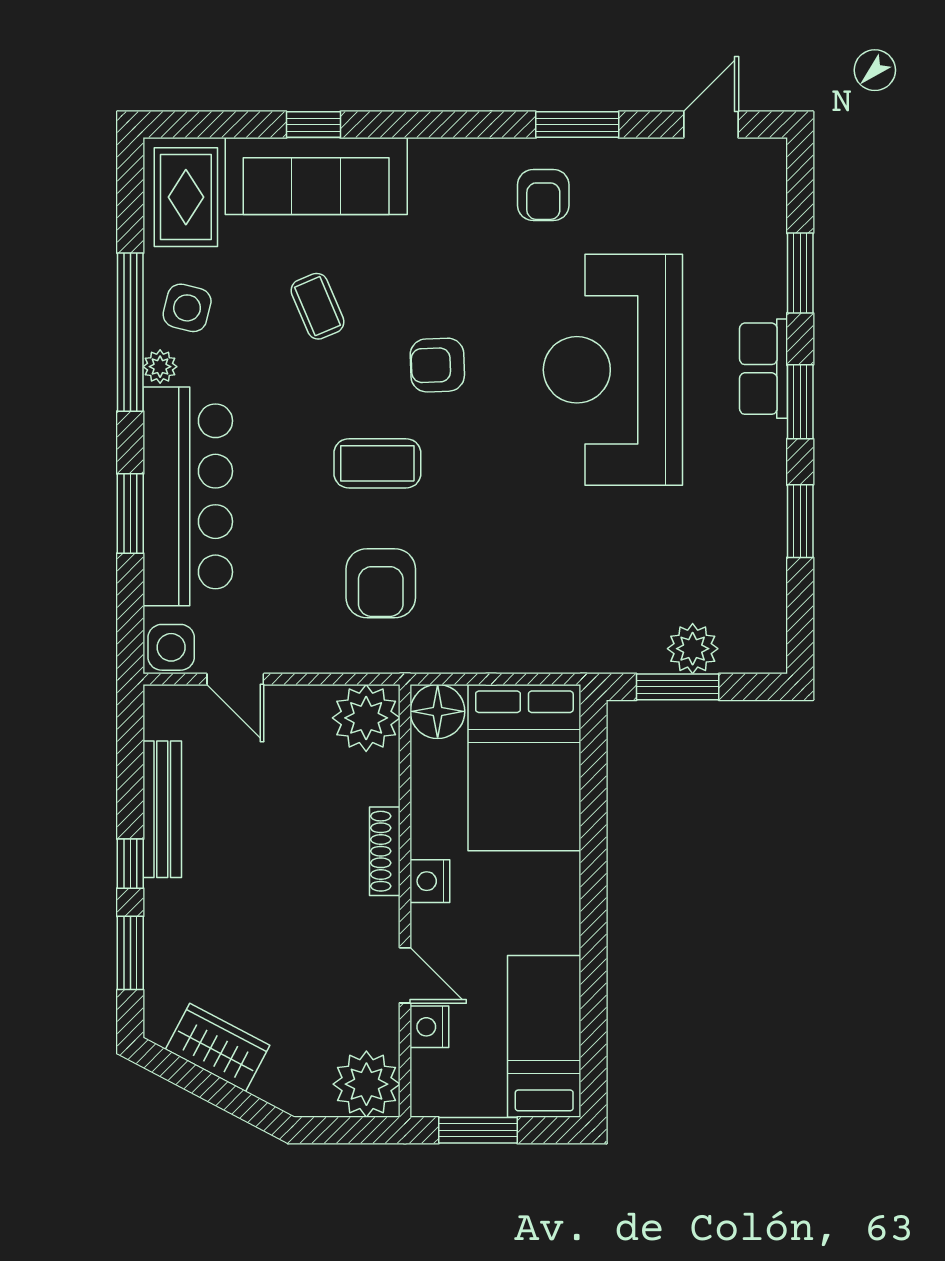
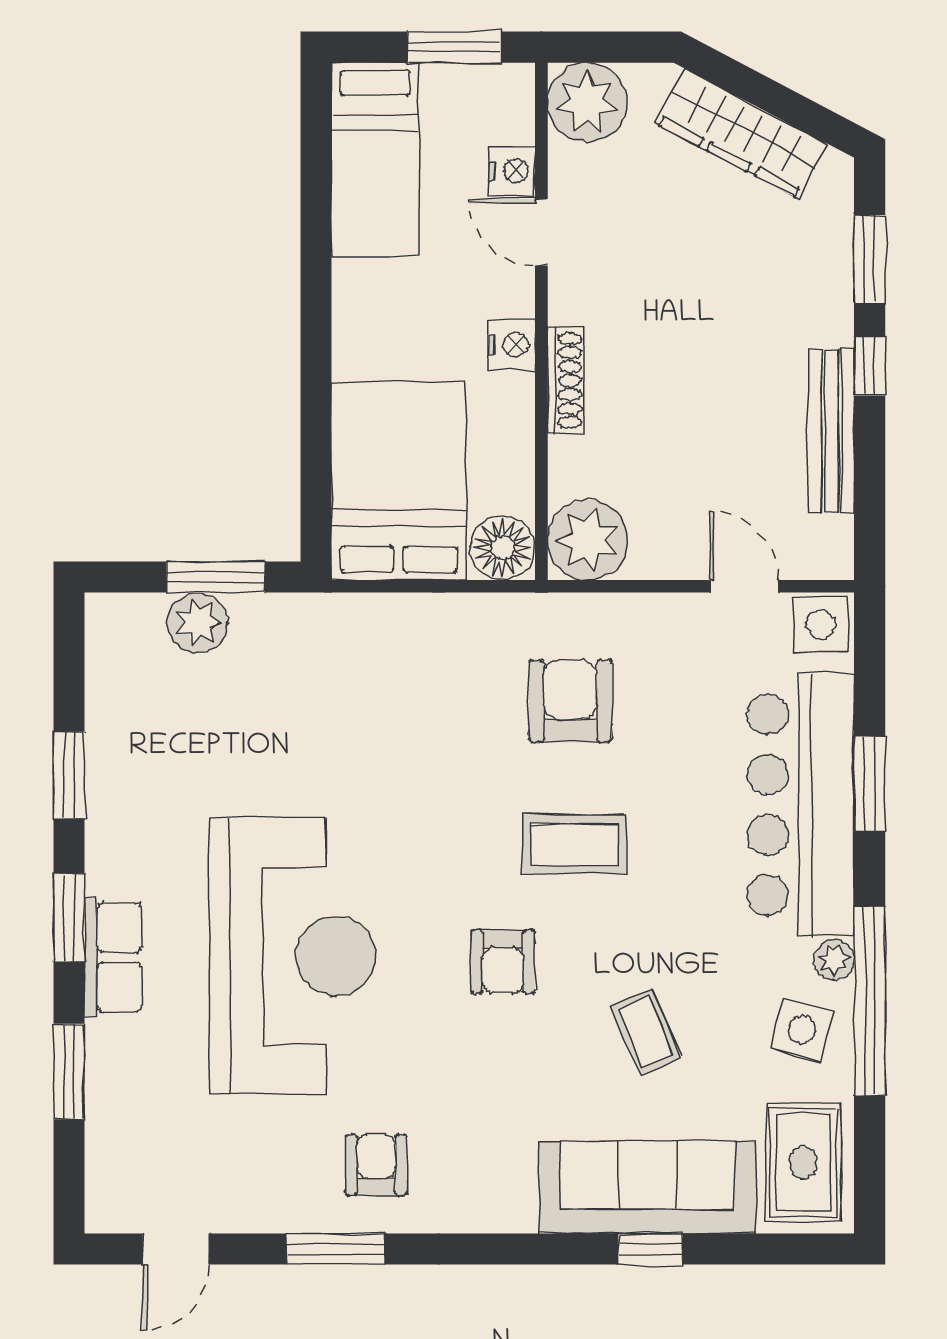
armchair: (437, 365) -> (503, 962), turned 92
wardrobe: (218, 1047) -> (741, 134), width x1.50

